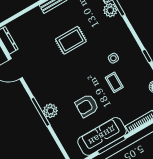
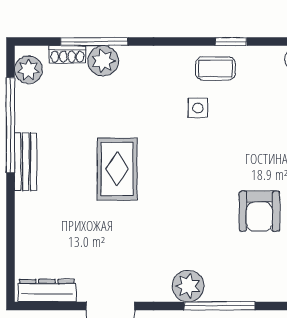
coffee table: (114, 82) -> (215, 68), moved
plant: (50, 111) -> (188, 286), moved

